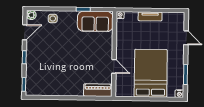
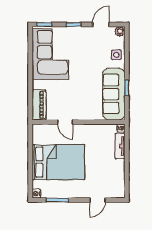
tv unit: (150, 16) -> (120, 146), moved
sofa: (95, 21) -> (114, 94), width x1.36
door: (25, 32) -> (101, 24), swing flipped
door: (114, 66) -> (65, 122), hinge flipped
corner sofa: (51, 79) -> (50, 54), added

